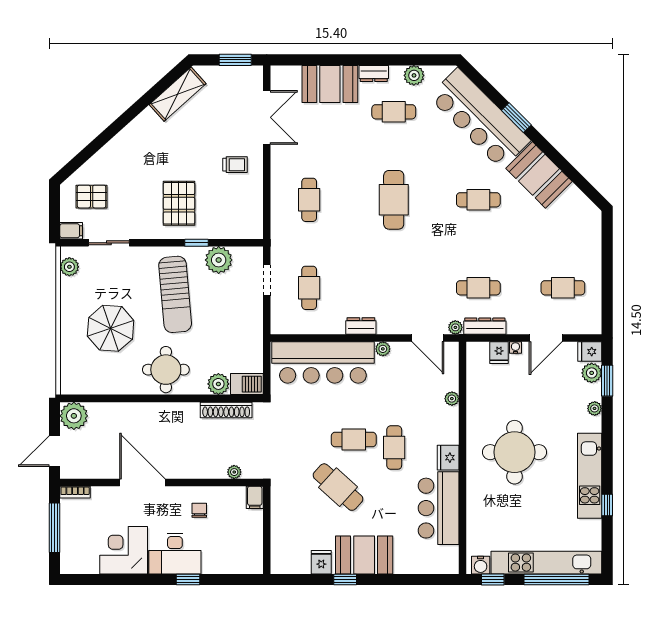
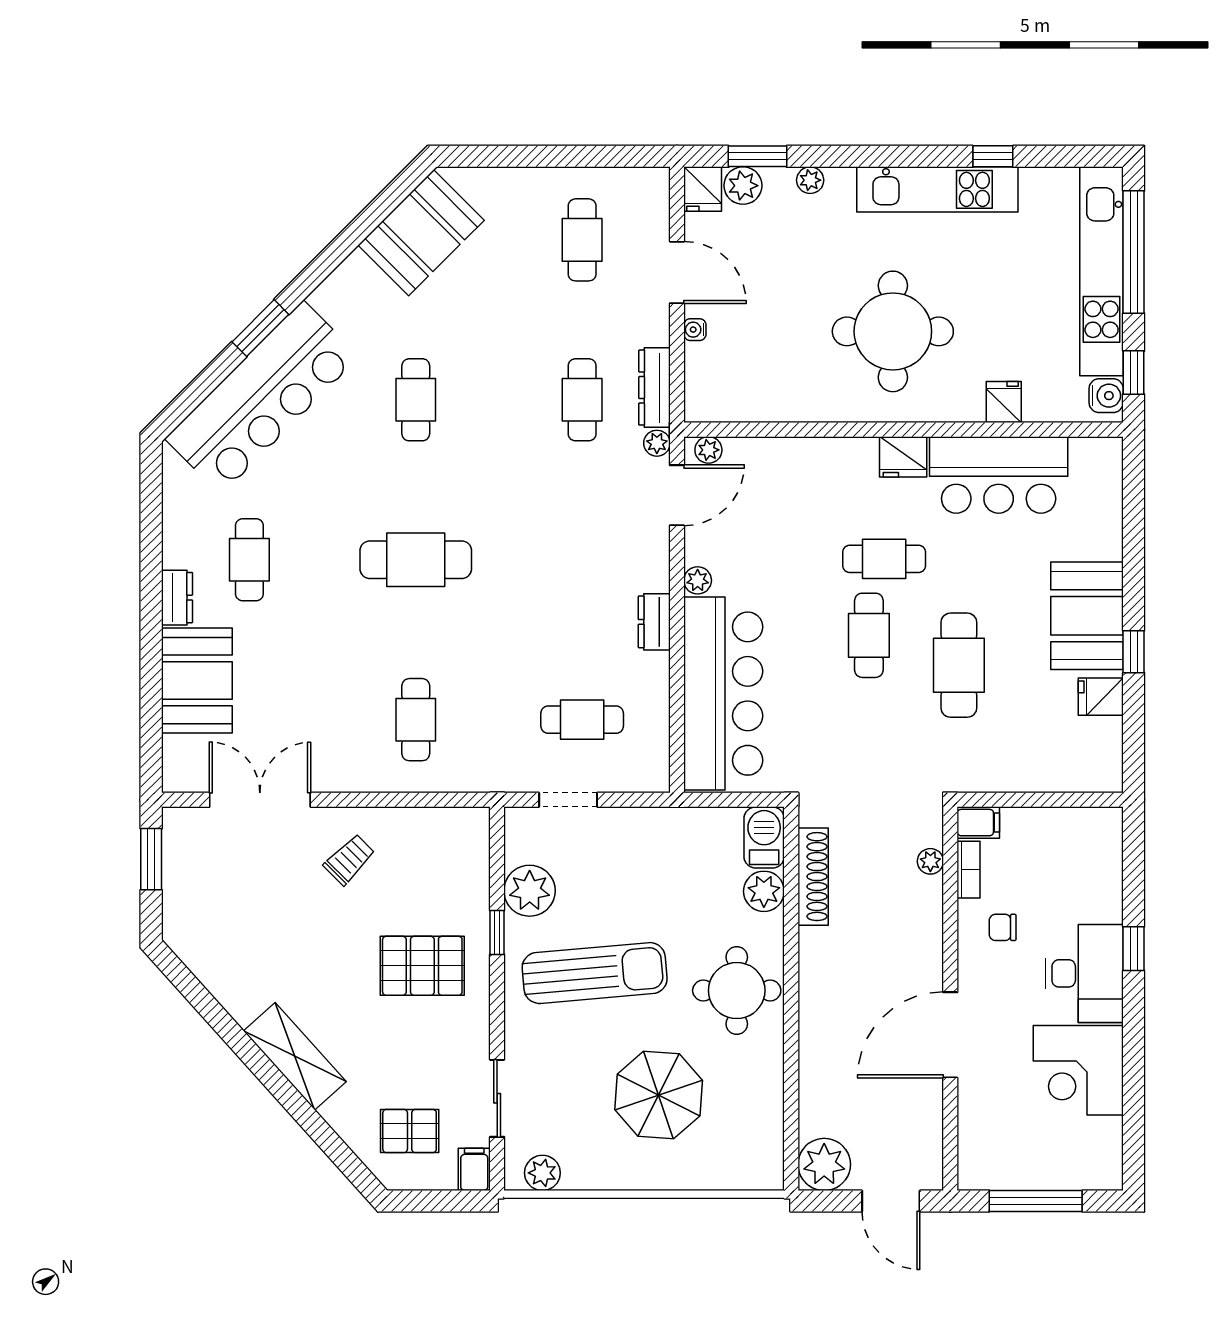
plant: (414, 75) -> (181, 521), removed
shelving: (178, 94) -> (295, 1056), moved
trolley: (235, 165) -> (349, 860), turned 45
booth: (539, 175) -> (421, 233), moved
pallet: (92, 197) -> (410, 1131), turned 90
cafe table: (309, 200) -> (416, 720), turned 90
fridge: (499, 353) -> (1004, 402), moved, turned -90
plant: (452, 399) -> (708, 450), moved
cafe table: (338, 487) -> (959, 665), turned -42
bookcase: (75, 492) -> (969, 870), moved

